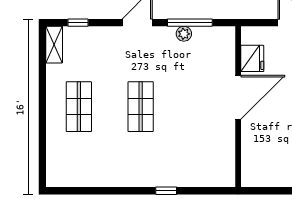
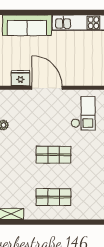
checkout: (201, 150) -> (83, 113), added

